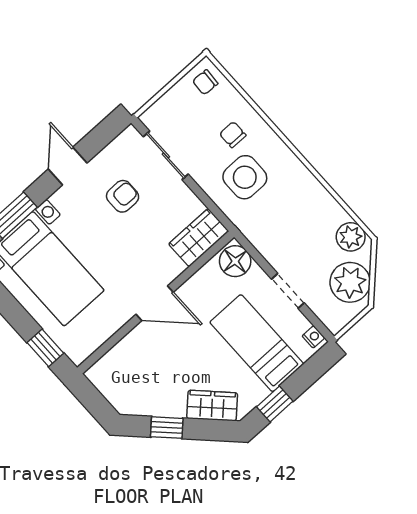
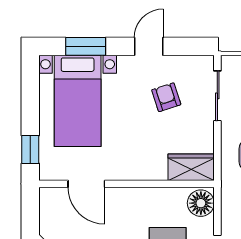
armchair: (123, 196) -> (166, 97), turned -108
door: (155, 303) -> (86, 184), moved

